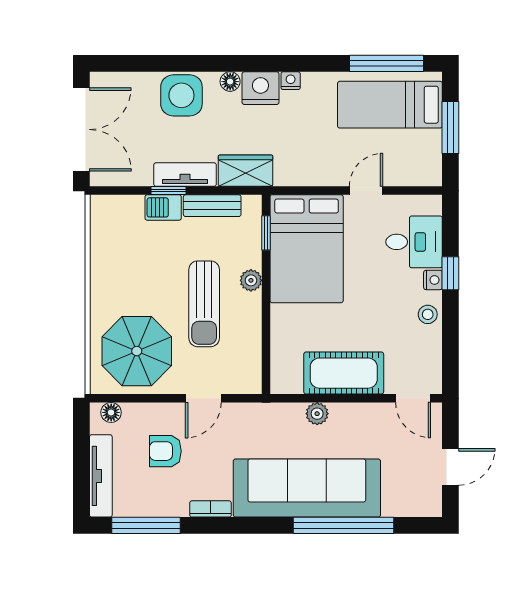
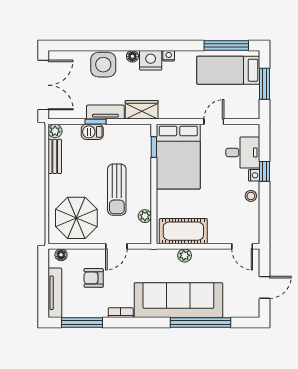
plant: (101, 206) -> (55, 131), added
bench: (212, 206) -> (55, 156), moved, turned 90
plant: (251, 280) -> (145, 216), moved
cot: (344, 373) -> (183, 231), moved

